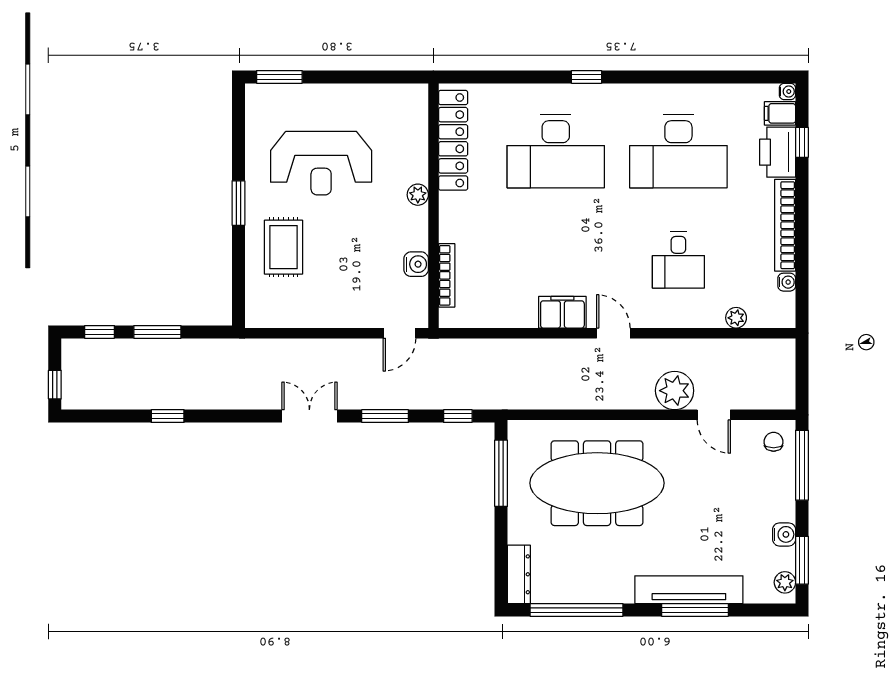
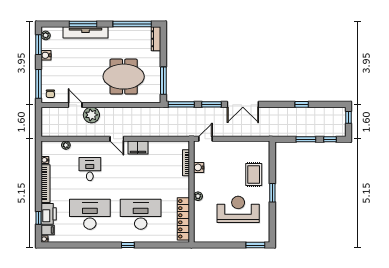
double door: (309, 416) -> (243, 104), width x1.37
window: (458, 416) -> (181, 104), width x2.17
meeting table: (597, 483) -> (124, 77), width x0.73

